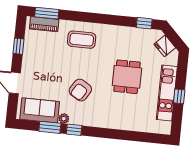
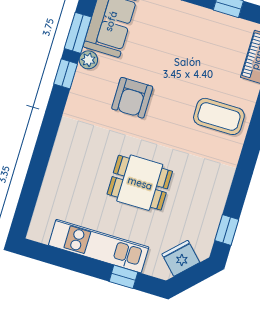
coffee table: (82, 40) -> (219, 116), turned 90
armchair: (80, 90) -> (132, 98), turned -121
window: (179, 96) -> (123, 277), moved

